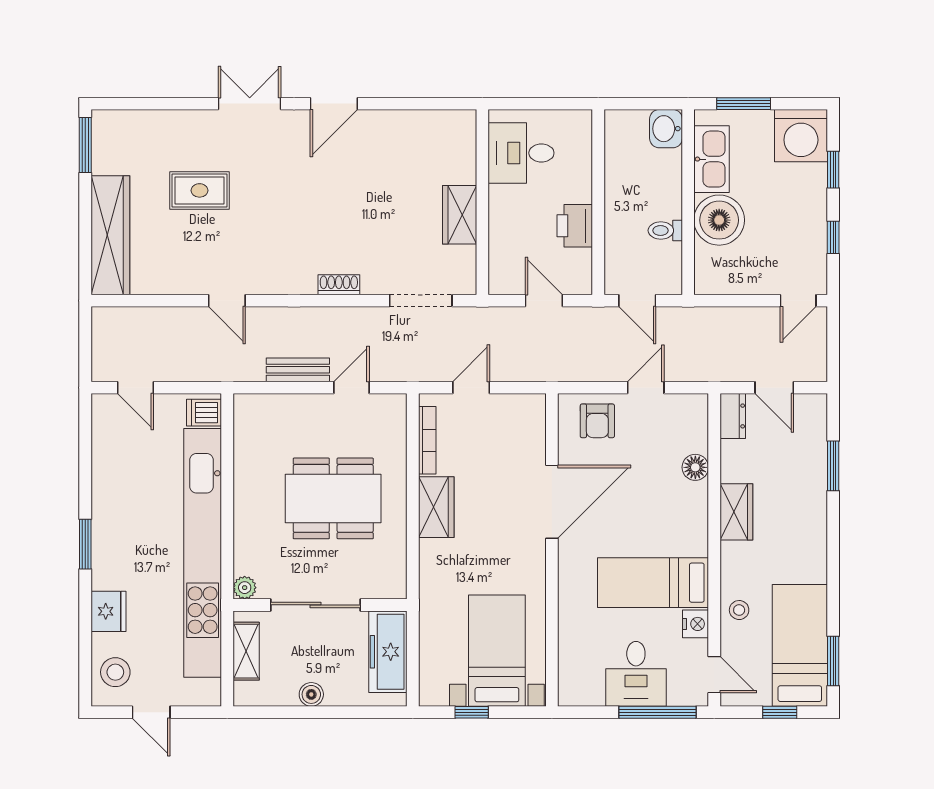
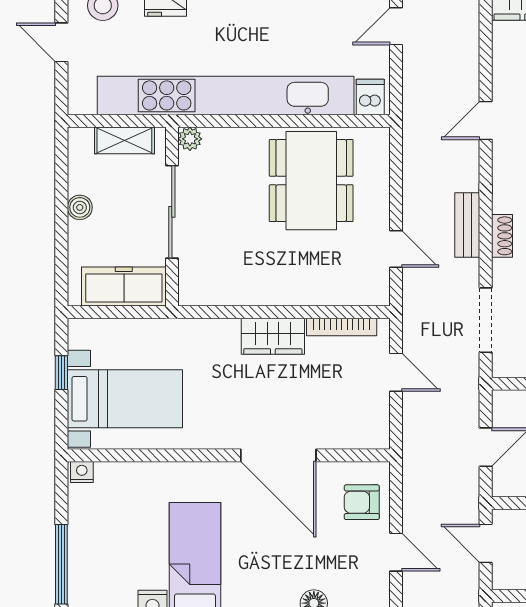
door: (637, 301) -> (486, 543), hinge flipped
bench: (298, 370) -> (467, 225), moved
dining table: (333, 498) -> (311, 181), moved
desk: (636, 674) -> (101, 542), removed
nightstand: (568, 692) -> (82, 472), added
door: (151, 712) -> (61, 42), hinge flipped

